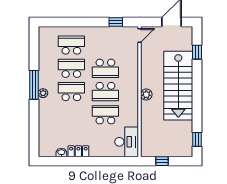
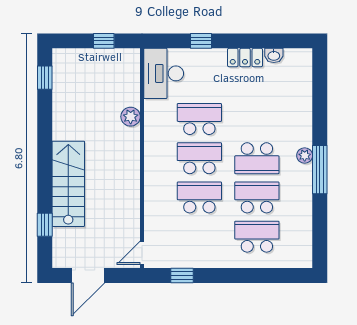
school desk: (71, 45) -> (257, 237), turned 180
school desk: (71, 68) -> (257, 197), turned 180
stairs: (178, 86) -> (68, 184), width x0.73, depth x0.66
plant: (146, 95) -> (131, 117), moved
school desk: (105, 115) -> (199, 119), turned 180
window: (104, 161) -> (201, 41), added

